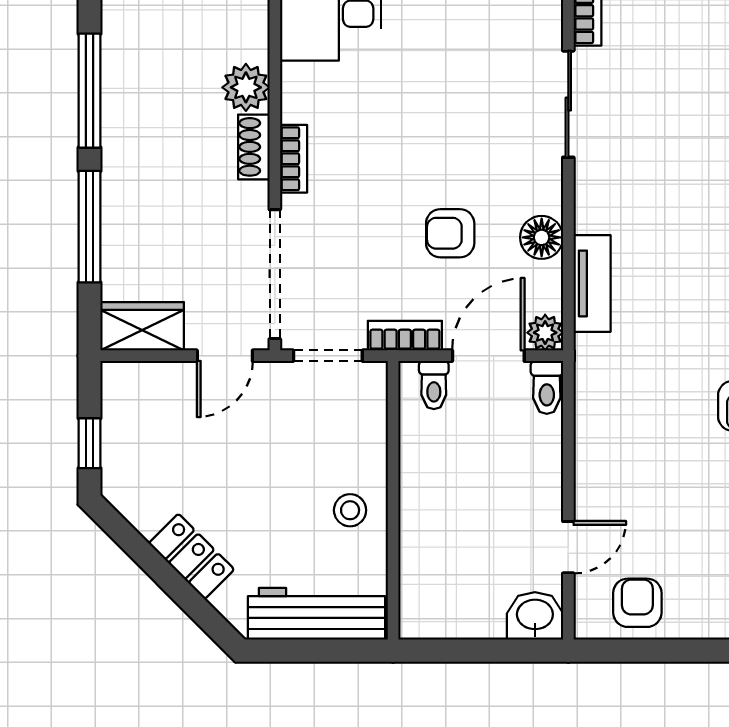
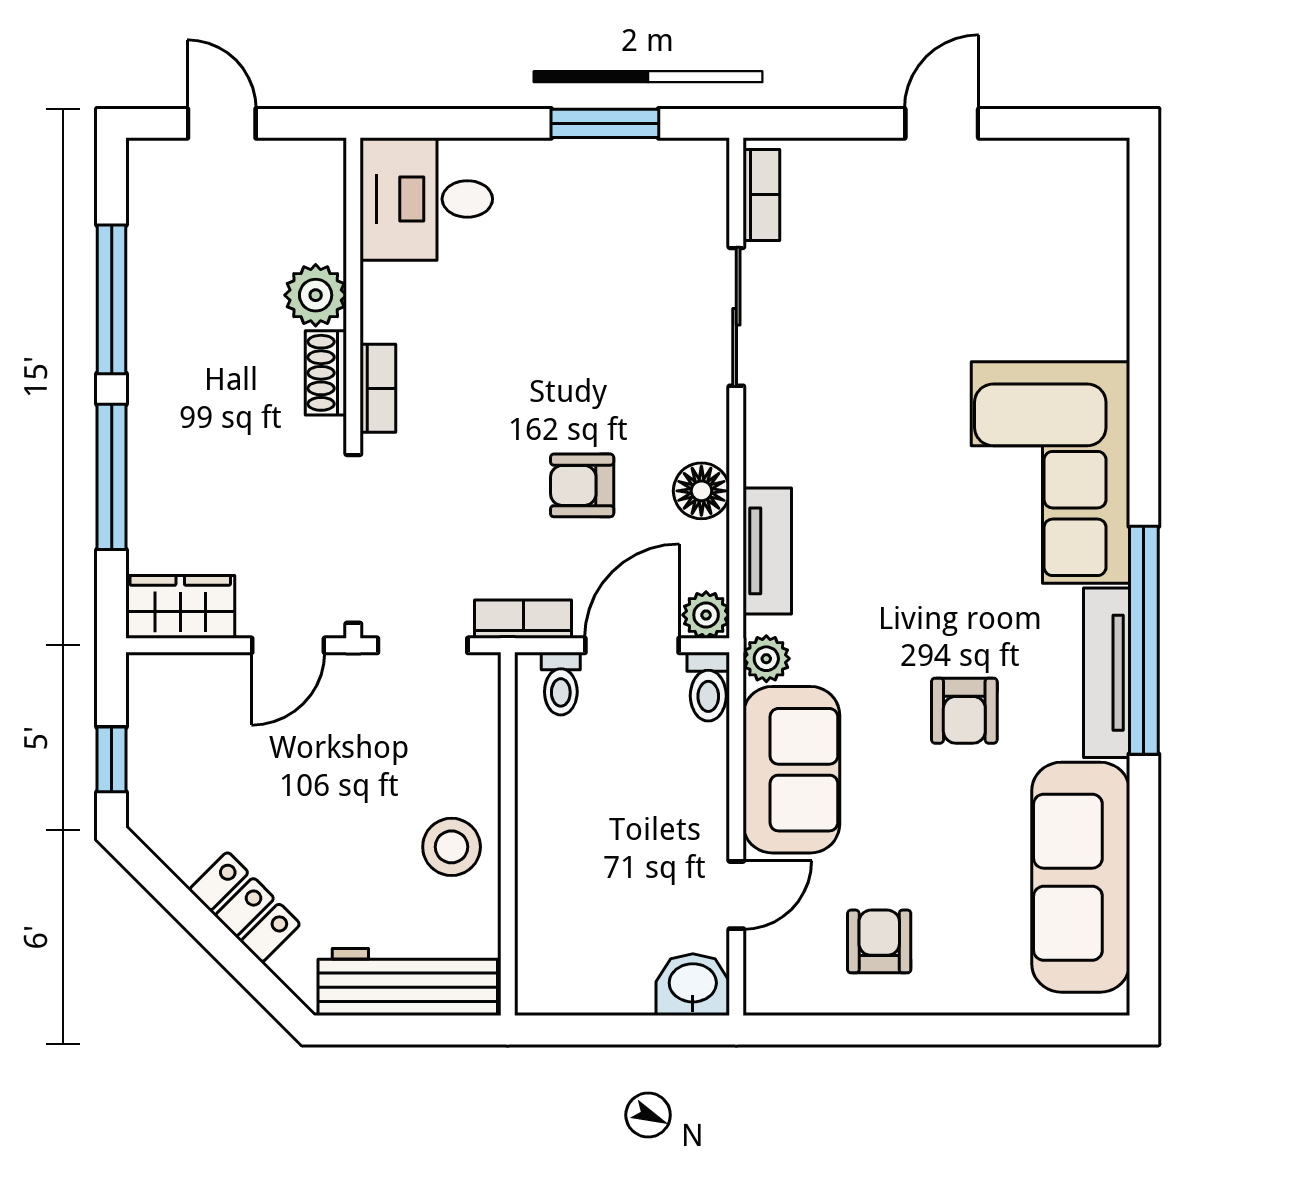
plant: (591, 366) -> (766, 659), added
sofa: (611, 451) -> (791, 770), added
stool: (350, 510) -> (452, 847), width x1.37, depth x1.37
armchair: (637, 603) -> (879, 941), moved

